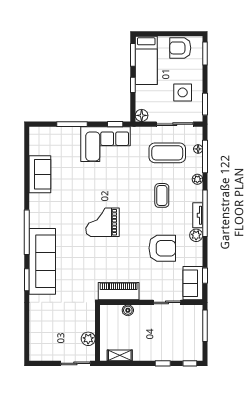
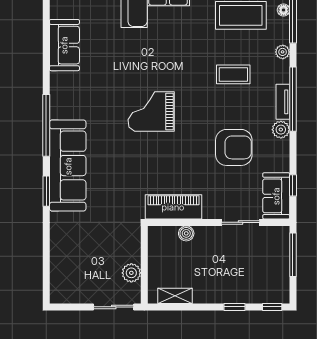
coffee table: (162, 195) -> (233, 74), turned 90

